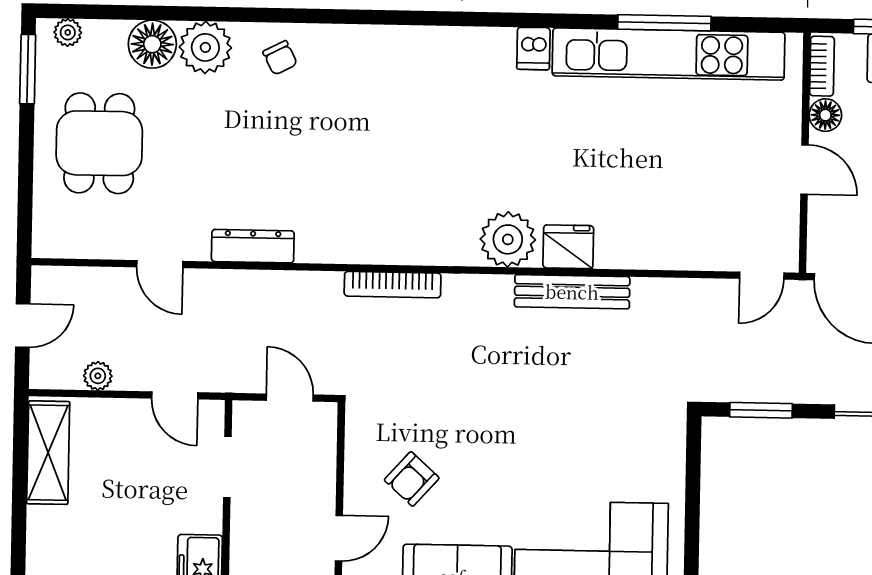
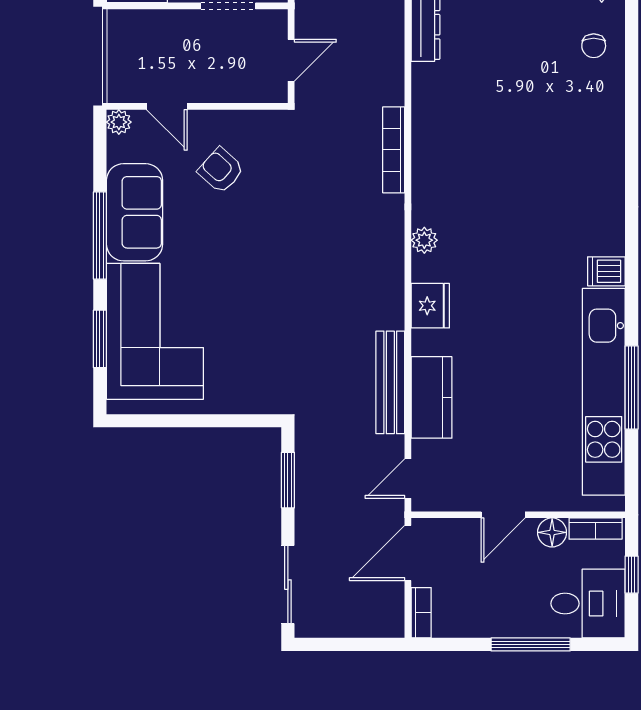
chair: (280, 58) -> (594, 46), turned -63
plant: (508, 239) -> (424, 240), width x0.53, depth x0.53
kitchen counter: (671, 247) -> (432, 397), added
door: (762, 276) -> (408, 479), hinge flipped
bench: (572, 292) -> (390, 382), moved

